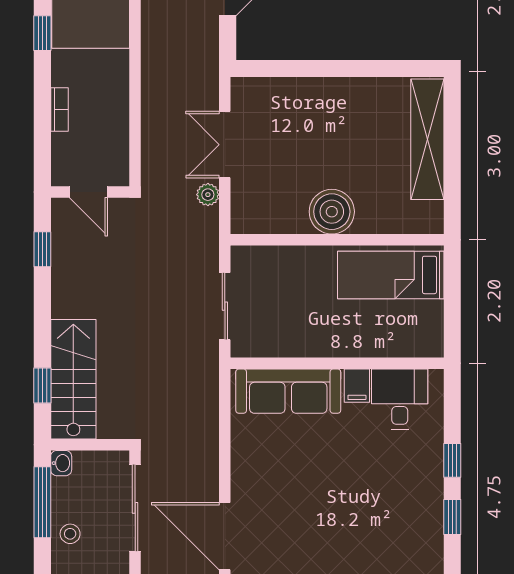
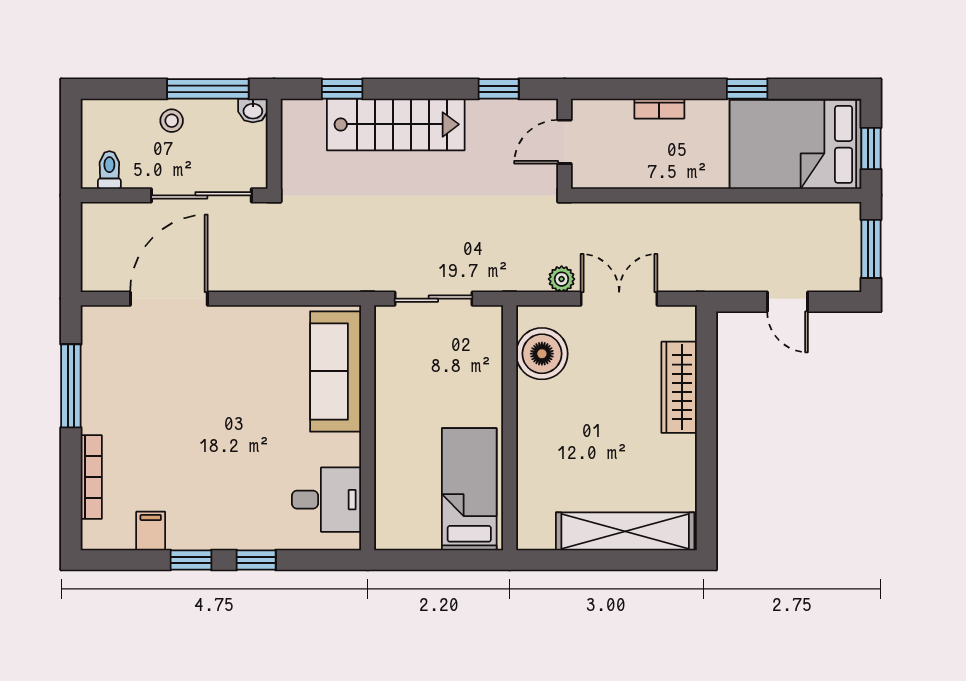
wardrobe: (302, 92) -> (679, 387), added
boiler: (332, 212) -> (542, 354), moved
stairs: (73, 379) -> (396, 124), moved
filing cabinet: (357, 386) -> (151, 531), moved, turned 90

